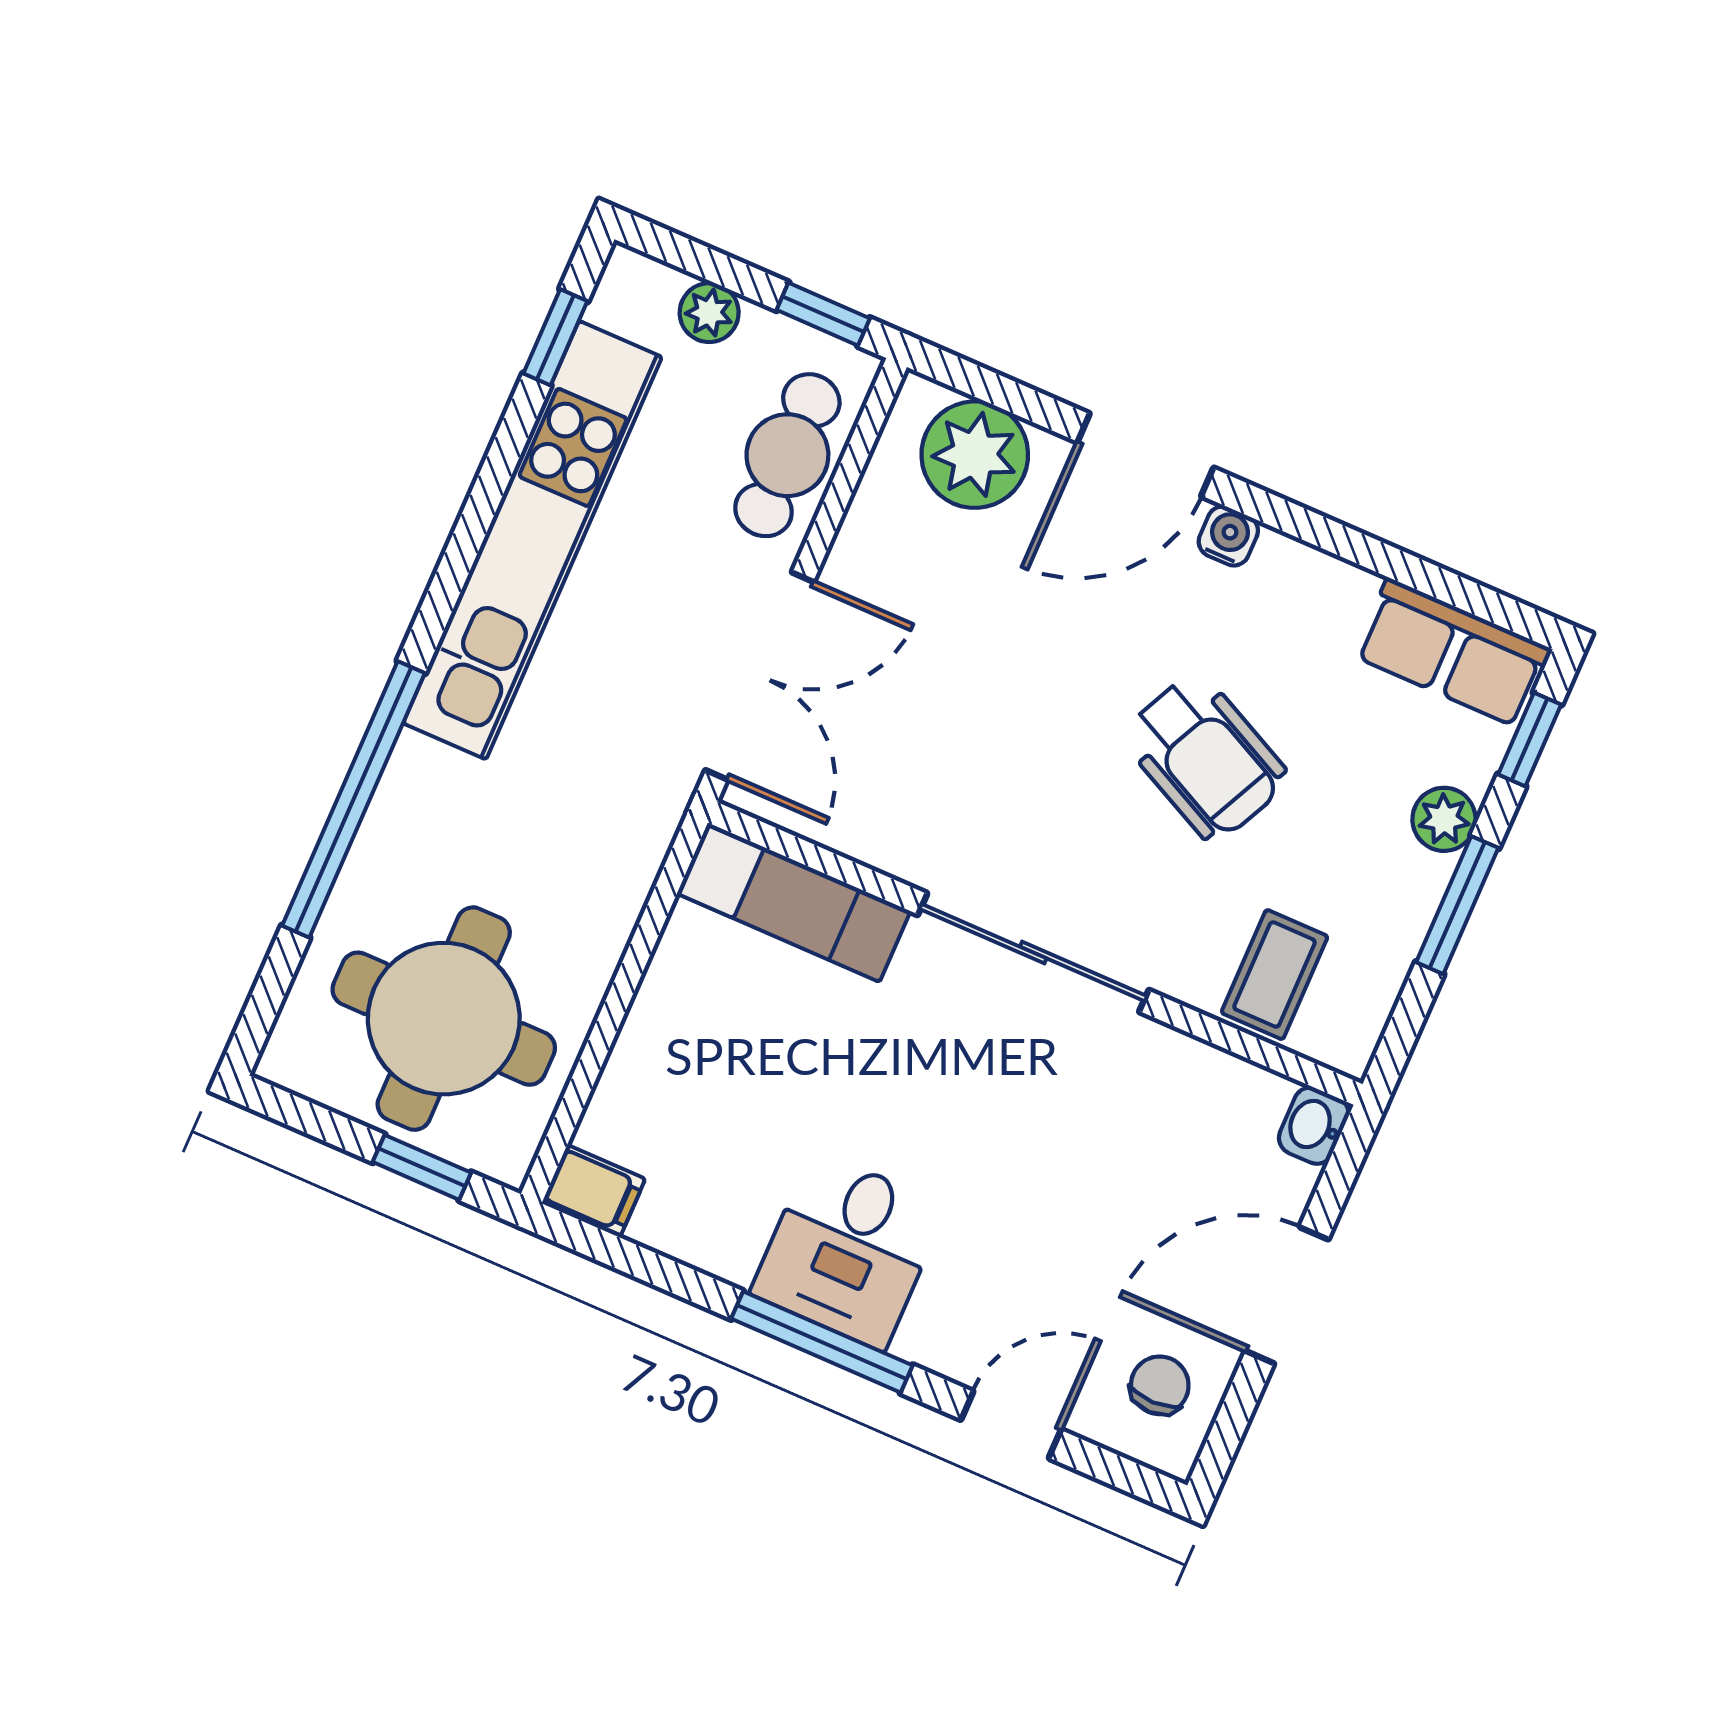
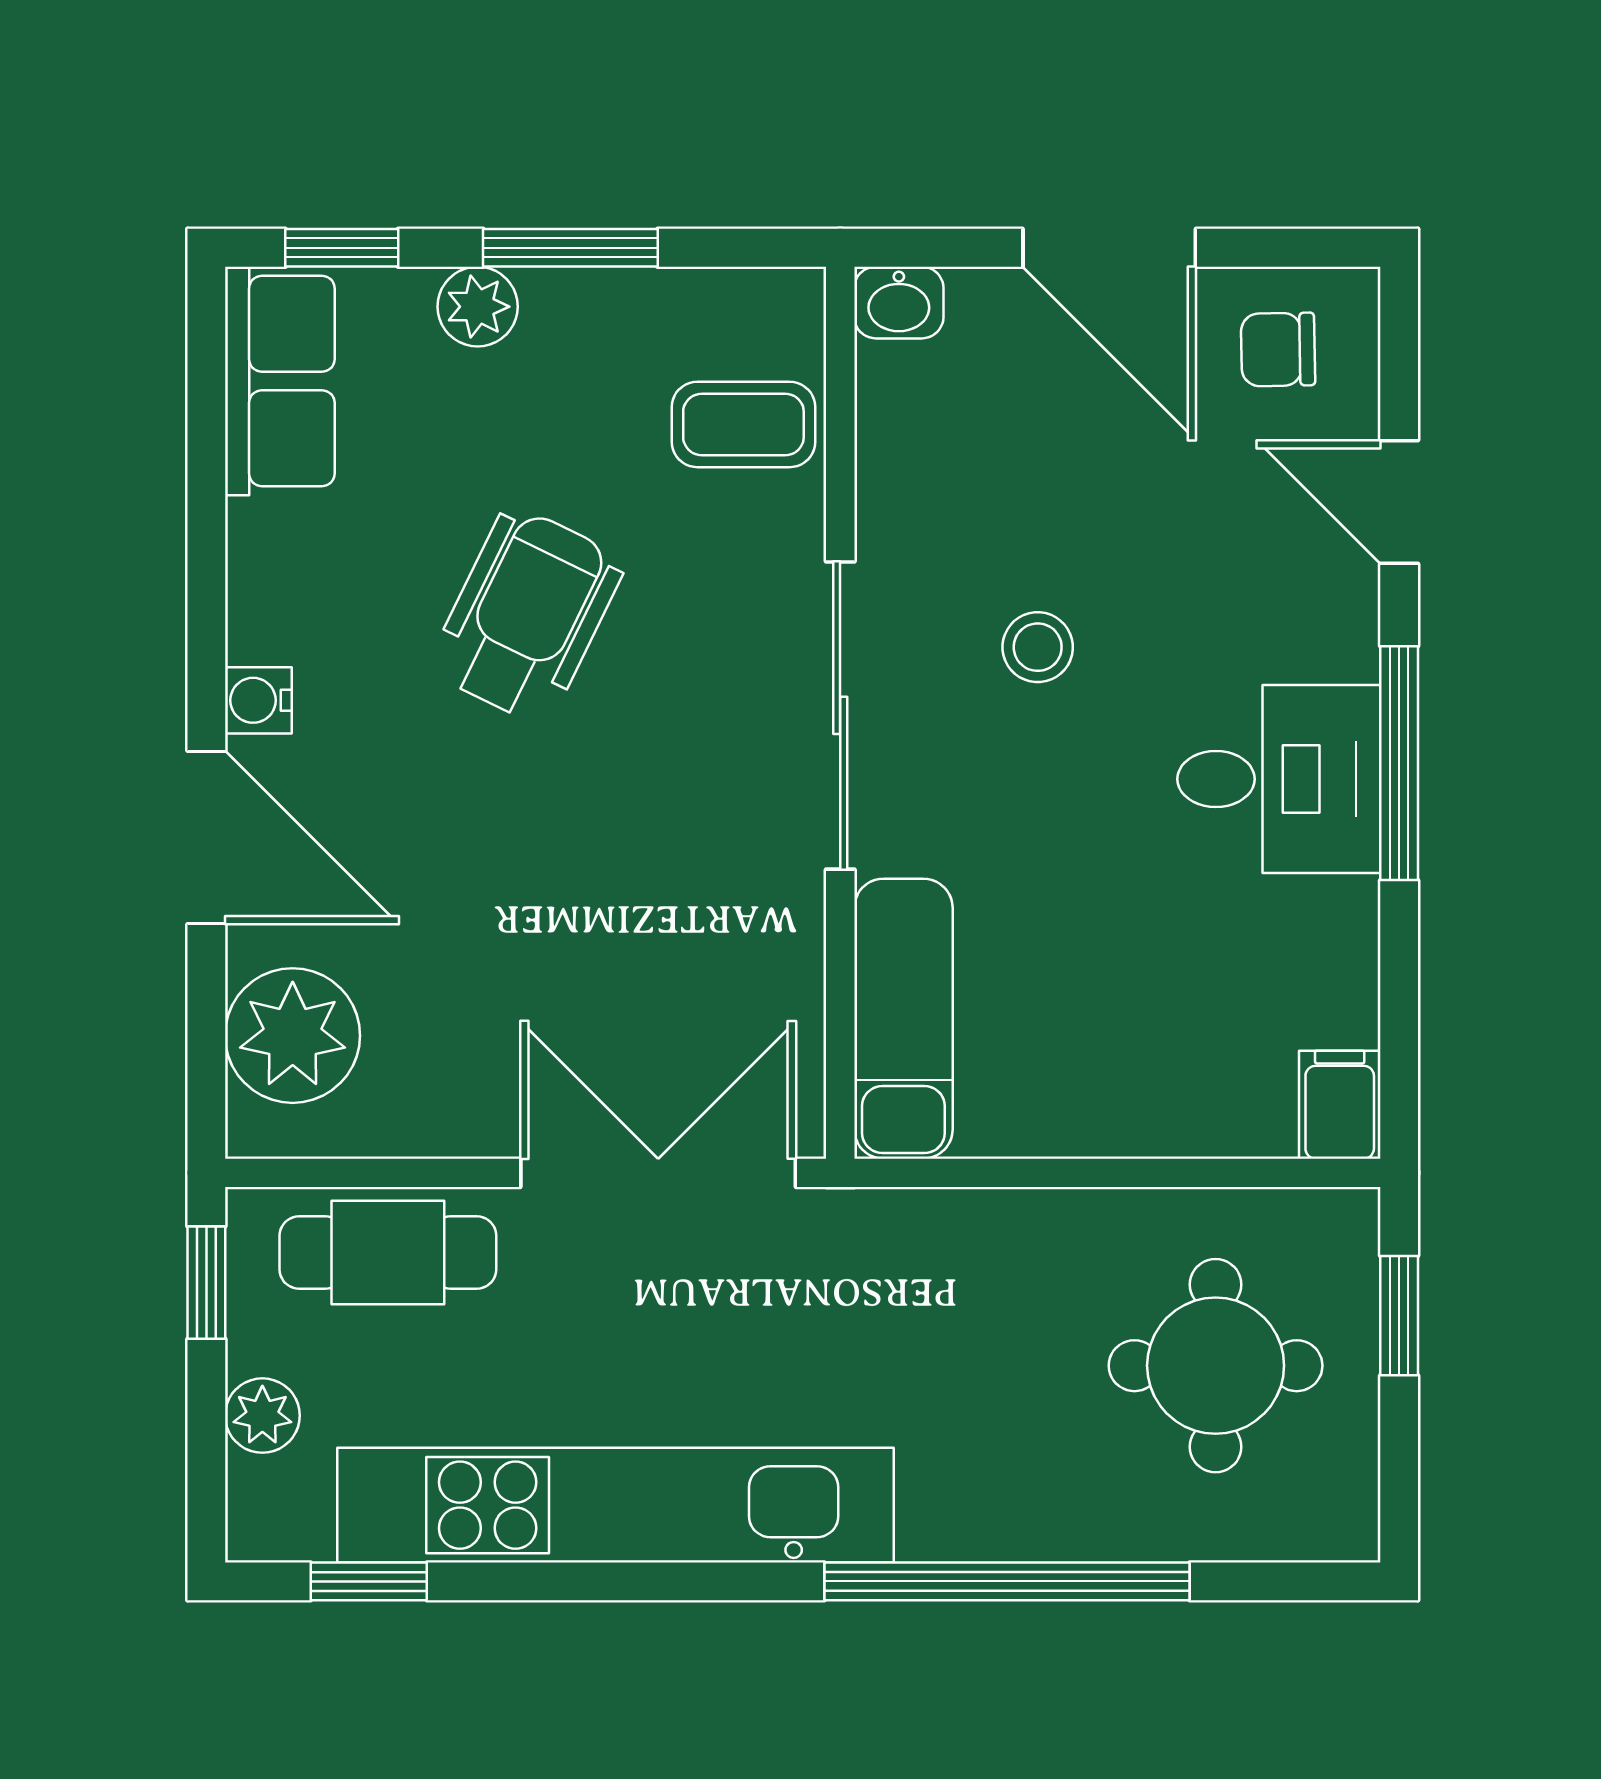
round table: (444, 1019) -> (1216, 1366), width x0.73, depth x0.73
stool: (1020, 1117) -> (1038, 647), added

